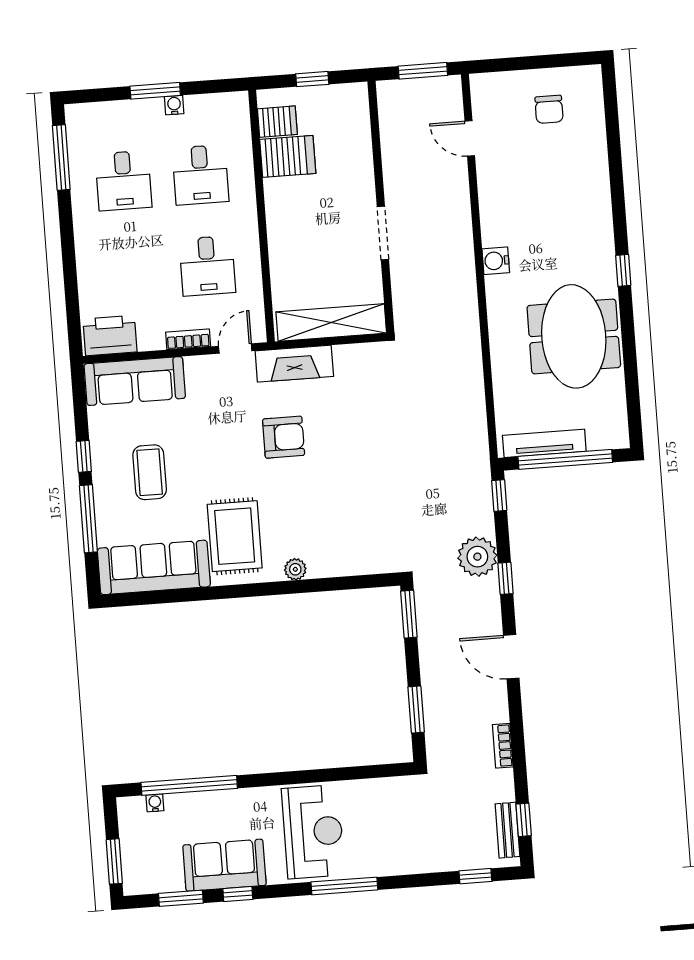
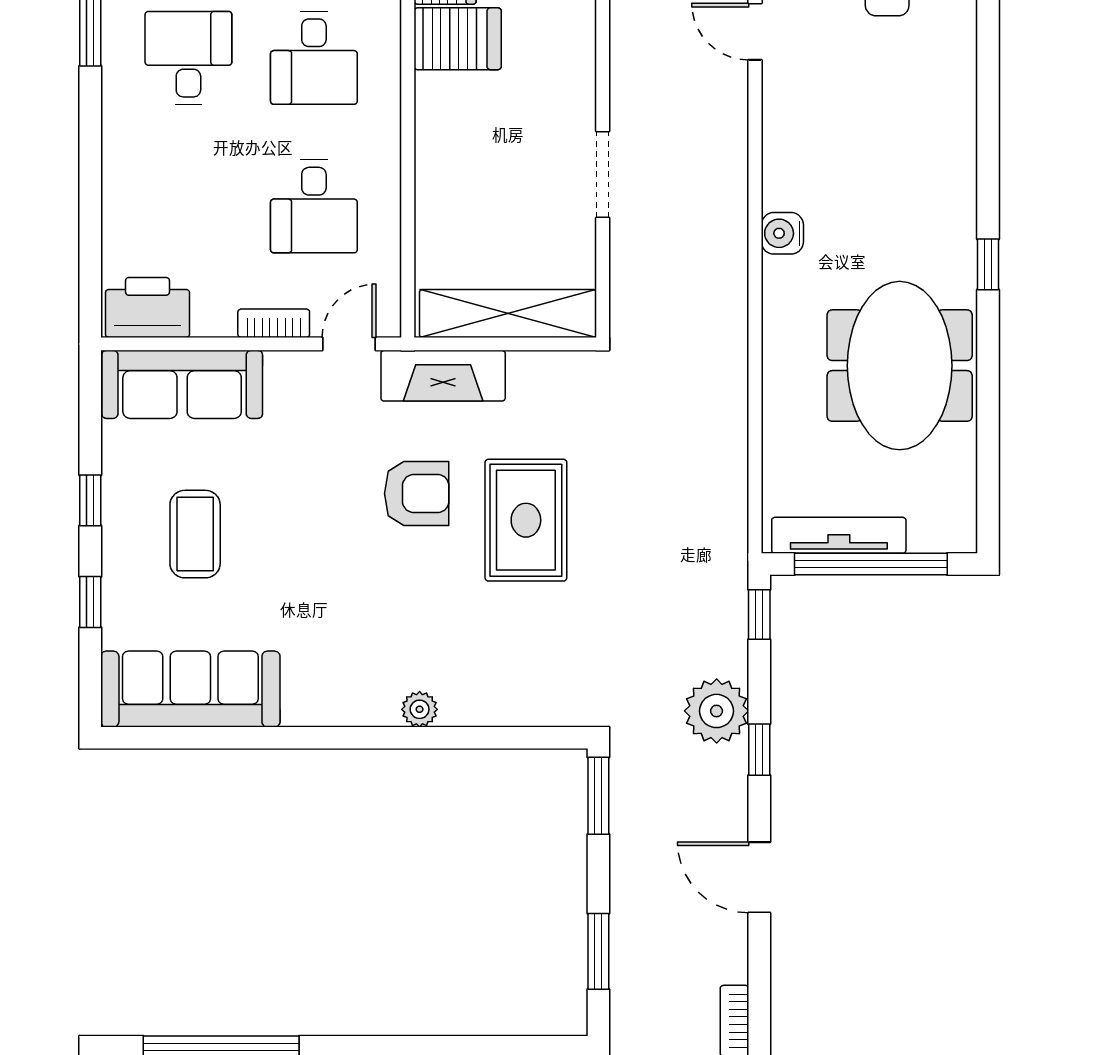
desk: (124, 181) -> (188, 58), turned 180
window: (88, 519) -> (90, 602), width x0.46
rug: (235, 536) -> (526, 520), moved

